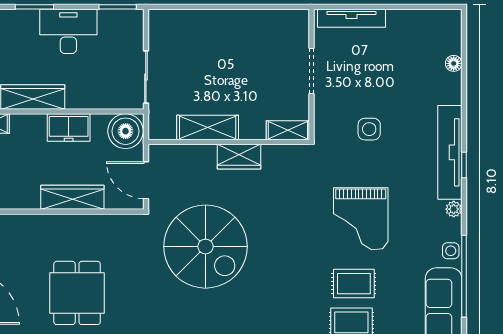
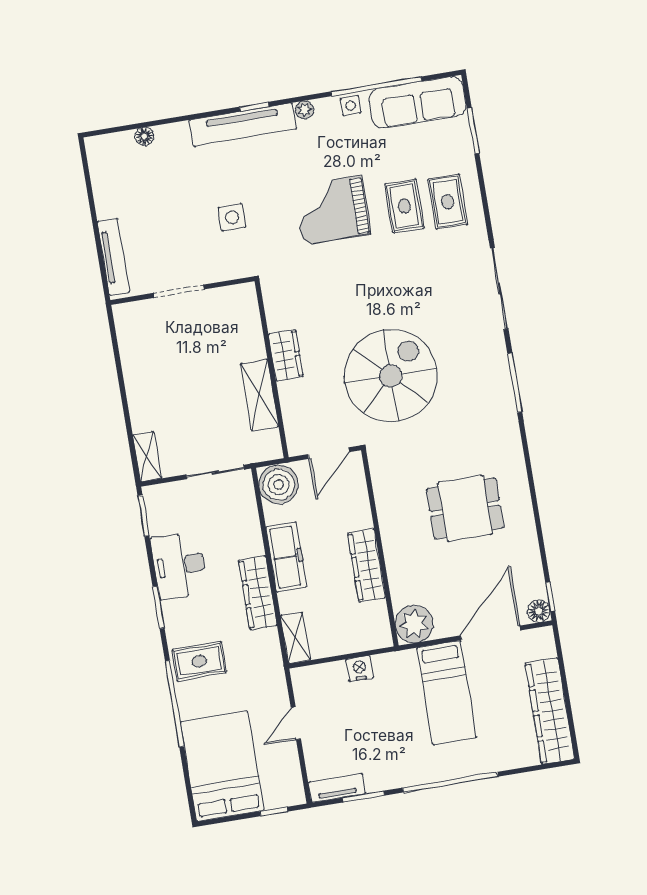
freezer: (69, 127) -> (286, 557), width x1.40
shelving: (288, 130) -> (147, 457), moved
wardrobe: (72, 197) -> (367, 565), moved
grand piano: (361, 219) -> (332, 210), turned 180

